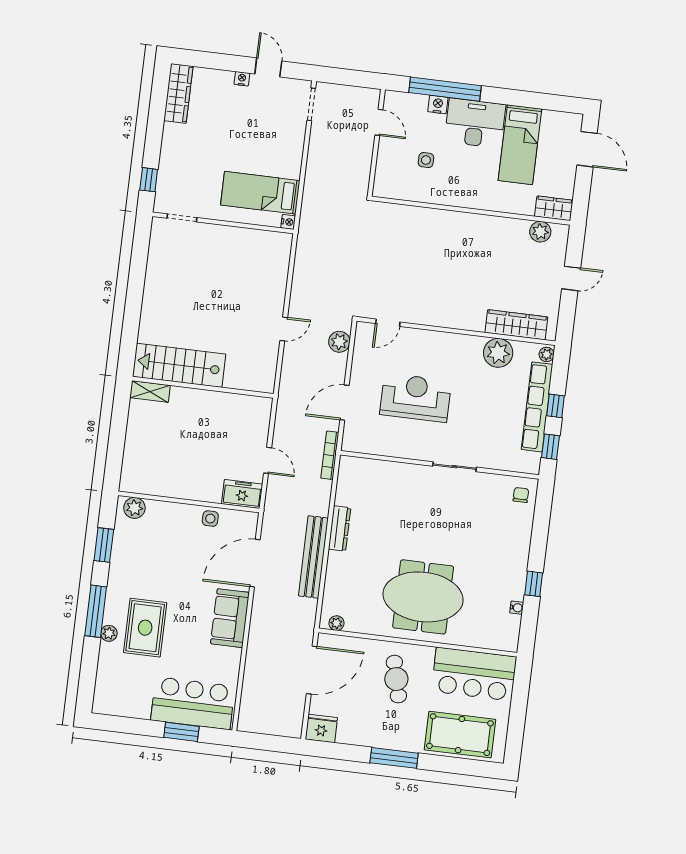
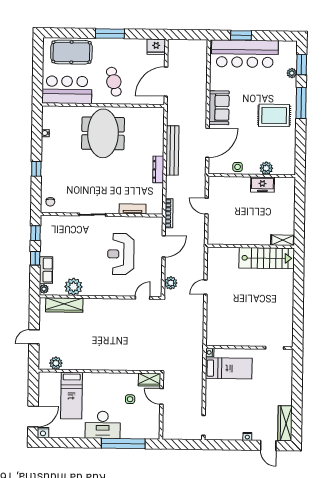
door: (268, 67) -> (268, 446), moved
nightstand: (438, 105) -> (43, 433), moved
door: (379, 122) -> (162, 396), moved
bed: (520, 145) -> (71, 396), moved, turned 180
door: (587, 149) -> (33, 416), swing flipped
window: (149, 180) -> (297, 369), removed
wardrobe: (554, 208) -> (150, 380), moved
reception desk: (416, 398) -> (121, 254), turned 90
row of seats: (537, 407) -> (46, 270), width x0.50
tv unit: (388, 469) -> (133, 209), added
freezer: (242, 494) -> (262, 185), moved
plant: (134, 508) -> (266, 168), moved
window: (104, 545) -> (302, 65), moved
window: (534, 584) -> (36, 169), moved
meeting table: (423, 597) -> (103, 133), turned 90
plant: (336, 623) -> (154, 112), removed
rug: (145, 628) -> (274, 115), moved, turned 90
plant: (109, 633) -> (292, 73), moved
bar counter: (193, 703) -> (245, 54), width x1.36

